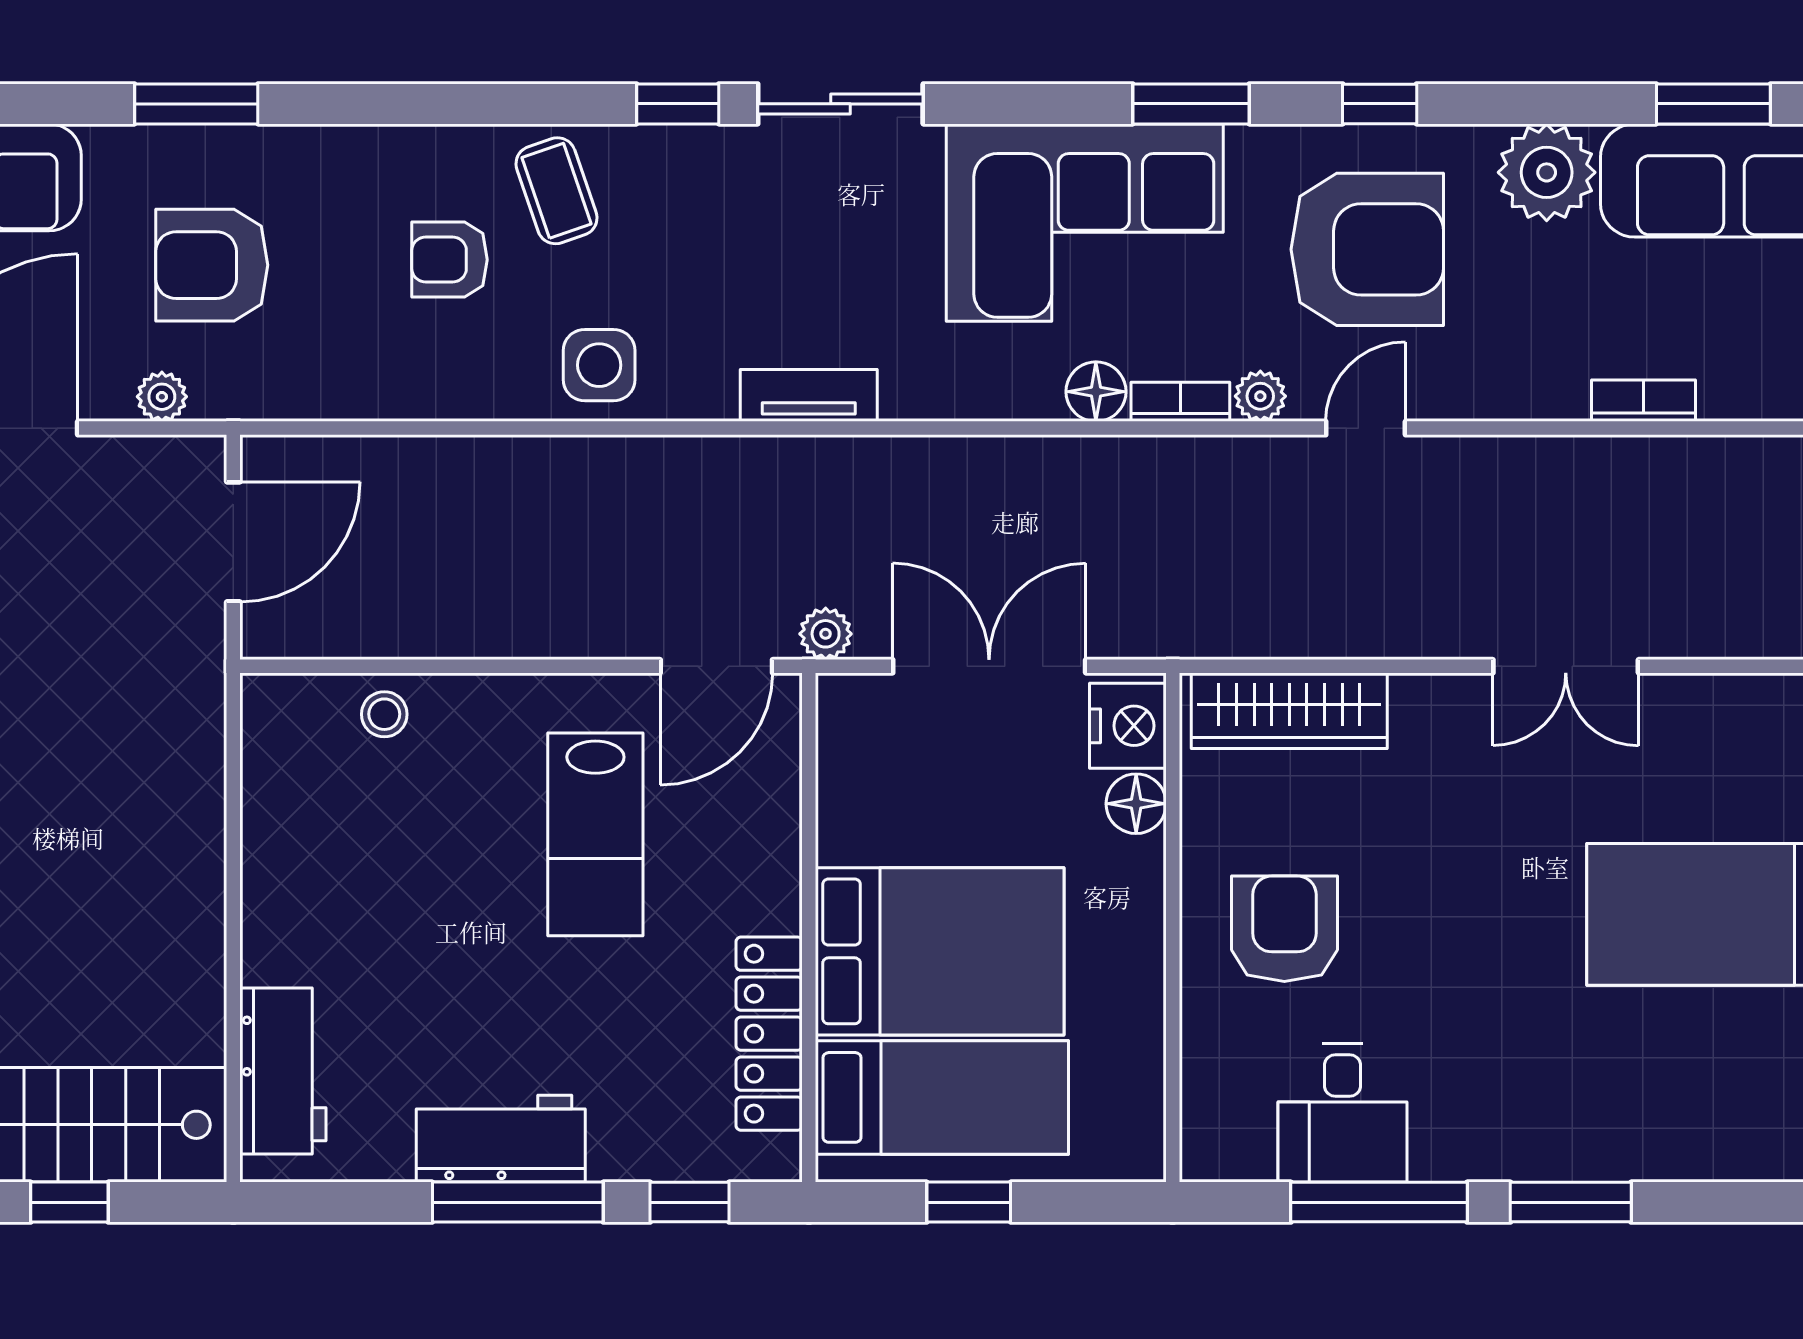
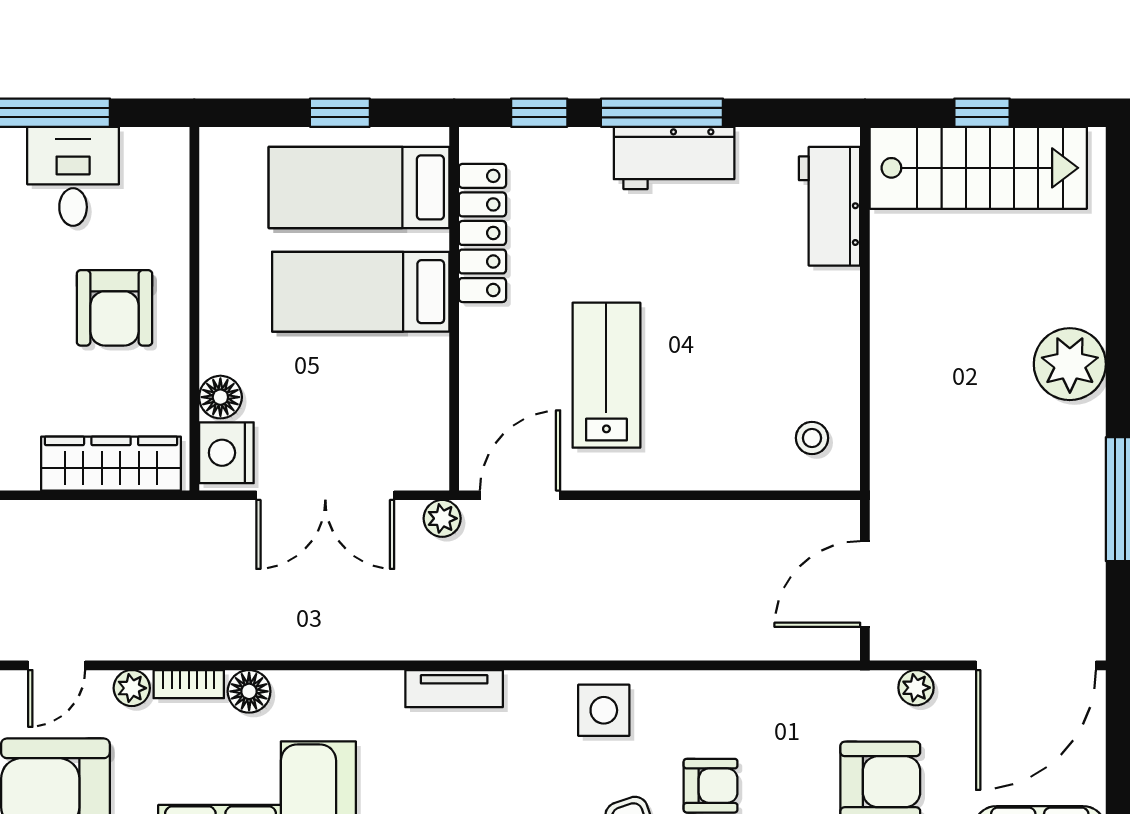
stool: (384, 714) -> (812, 438), moved
bed: (940, 951) -> (361, 292), width x0.67

